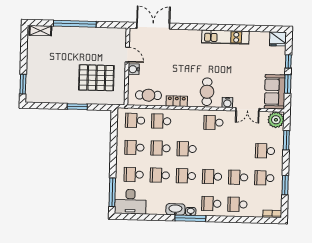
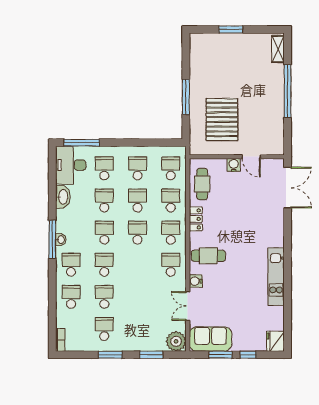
door: (127, 55) -> (251, 157), hinge flipped
window: (23, 84) -> (231, 30), moved
window: (77, 107) -> (186, 97), width x1.44
school desk: (265, 151) -> (171, 233), moved
window: (285, 185) -> (110, 355), moved
washbasin: (175, 209) -> (63, 197), moved

